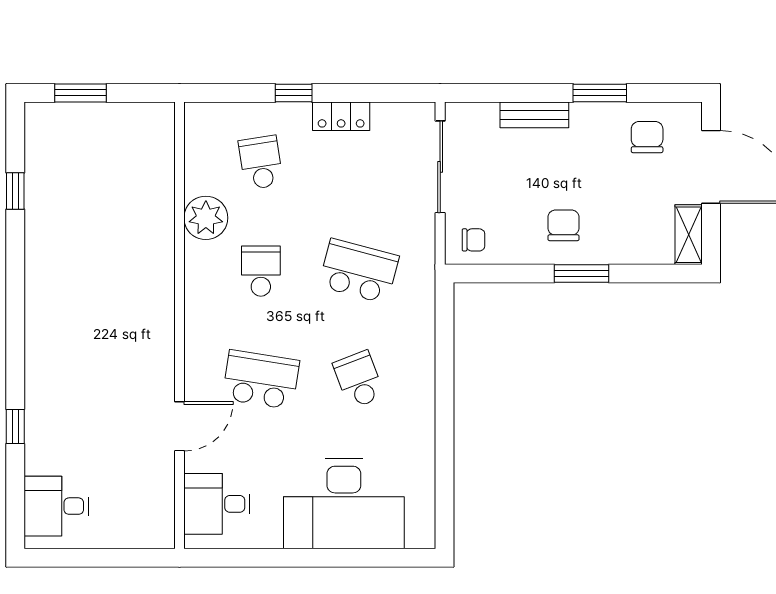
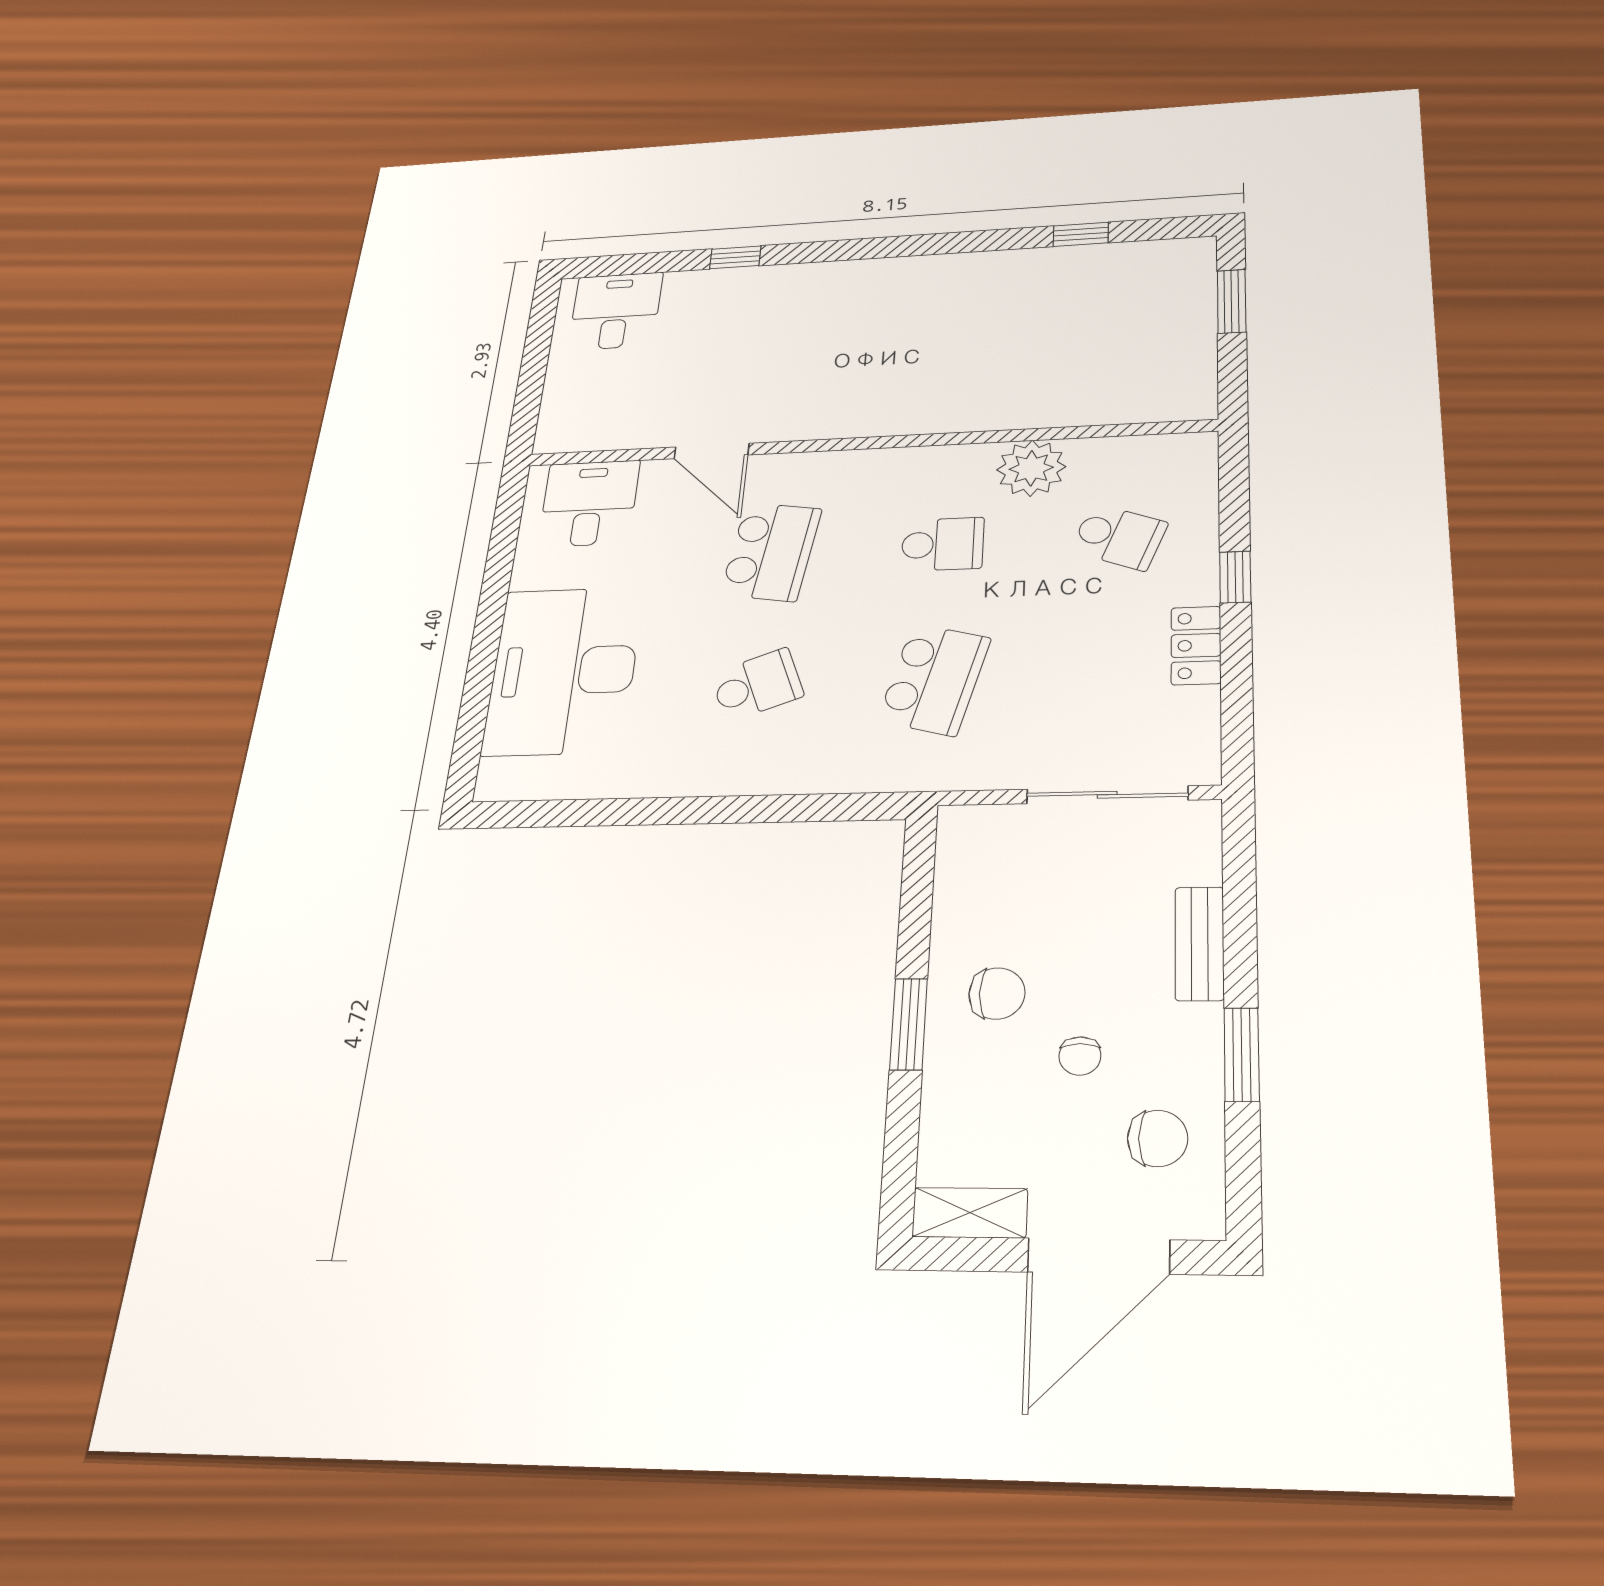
school desk: (261, 163) -> (1119, 537), turned 30
chair: (474, 240) -> (1080, 1056), moved

